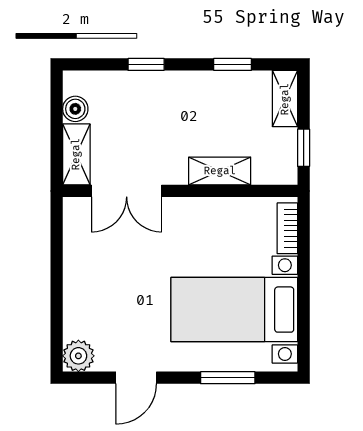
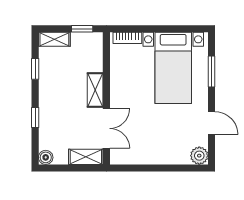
boiler: (75, 109) -> (46, 157), moved
shelving: (220, 171) -> (95, 90), moved

